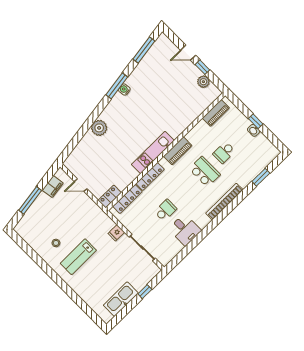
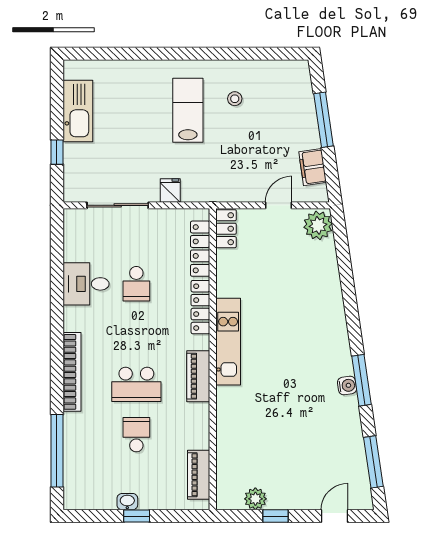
door: (188, 53) -> (334, 516), moved
plant: (99, 128) -> (318, 225), moved
window: (261, 177) -> (57, 451), width x2.11

